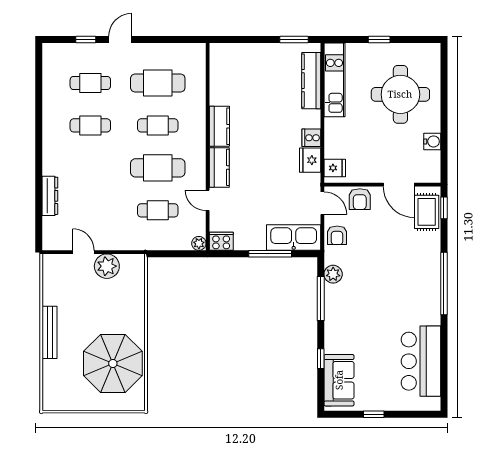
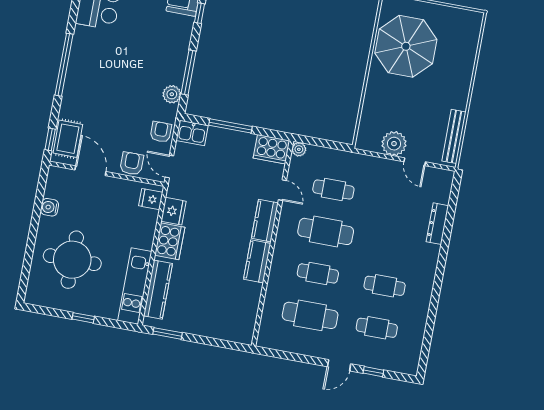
cooker: (311, 138) -> (170, 241), width x1.87, depth x1.31
kitchen sink: (294, 237) -> (192, 133), width x0.53, depth x0.81
cooker: (221, 241) -> (272, 149), width x1.37, depth x1.31
bench: (50, 332) -> (454, 136), moved

